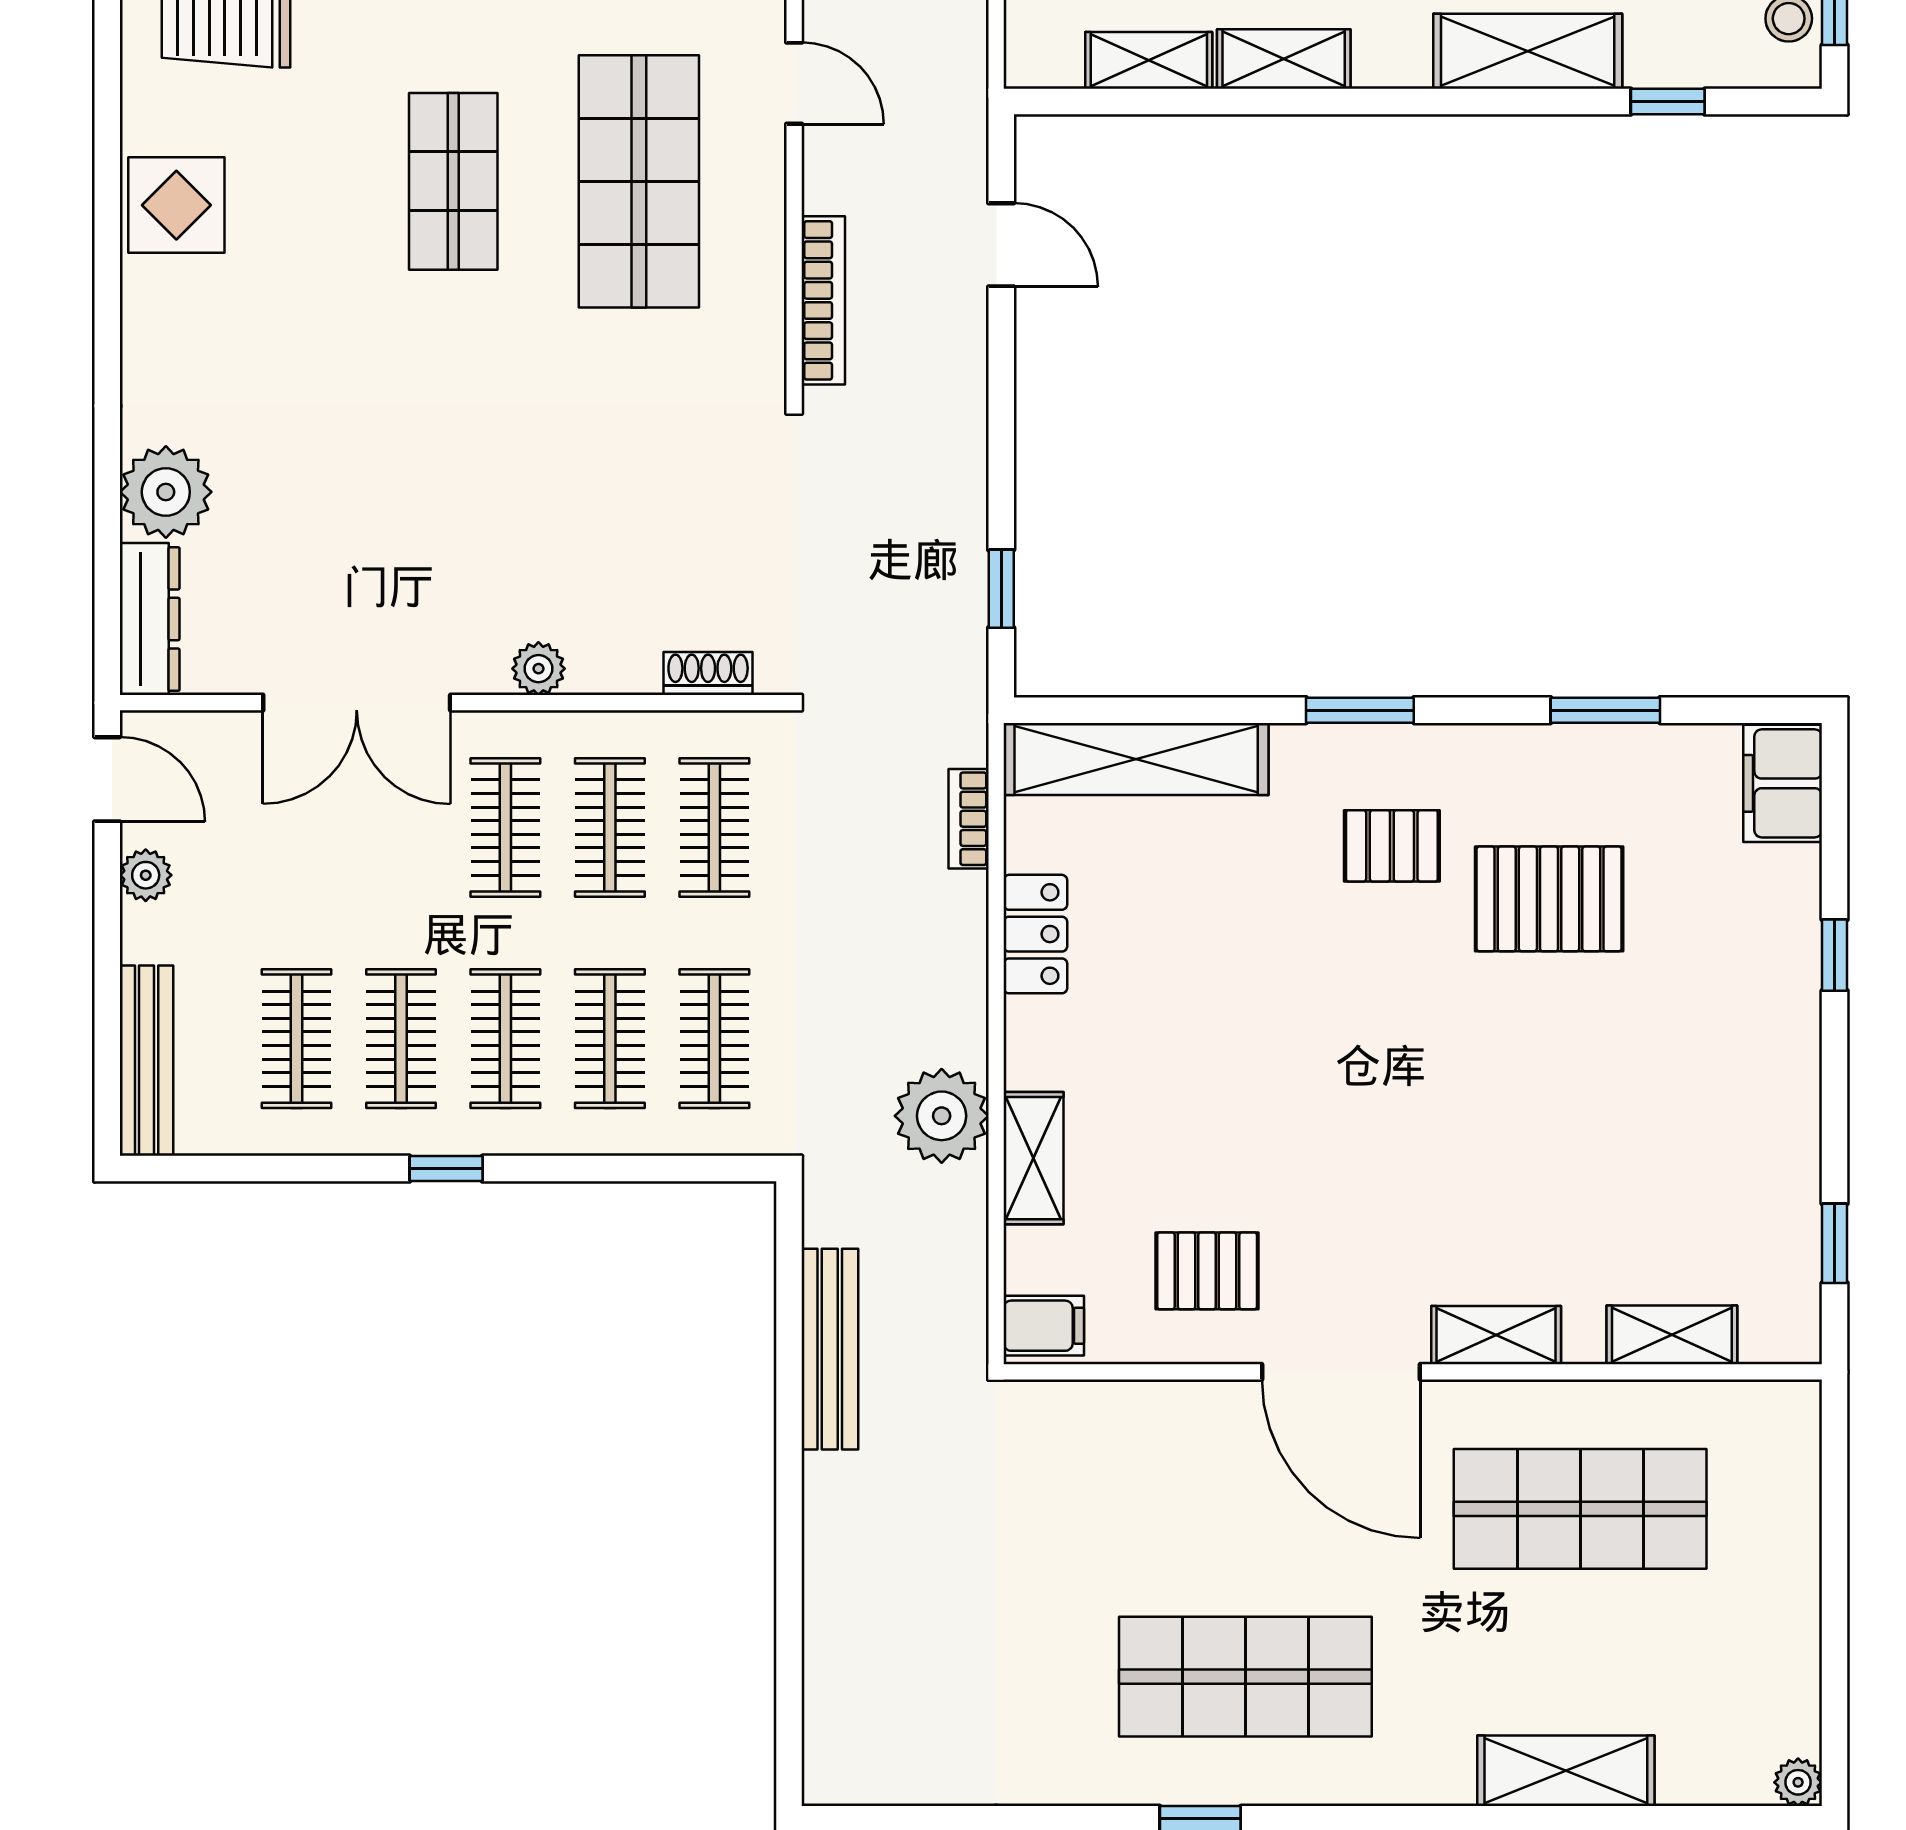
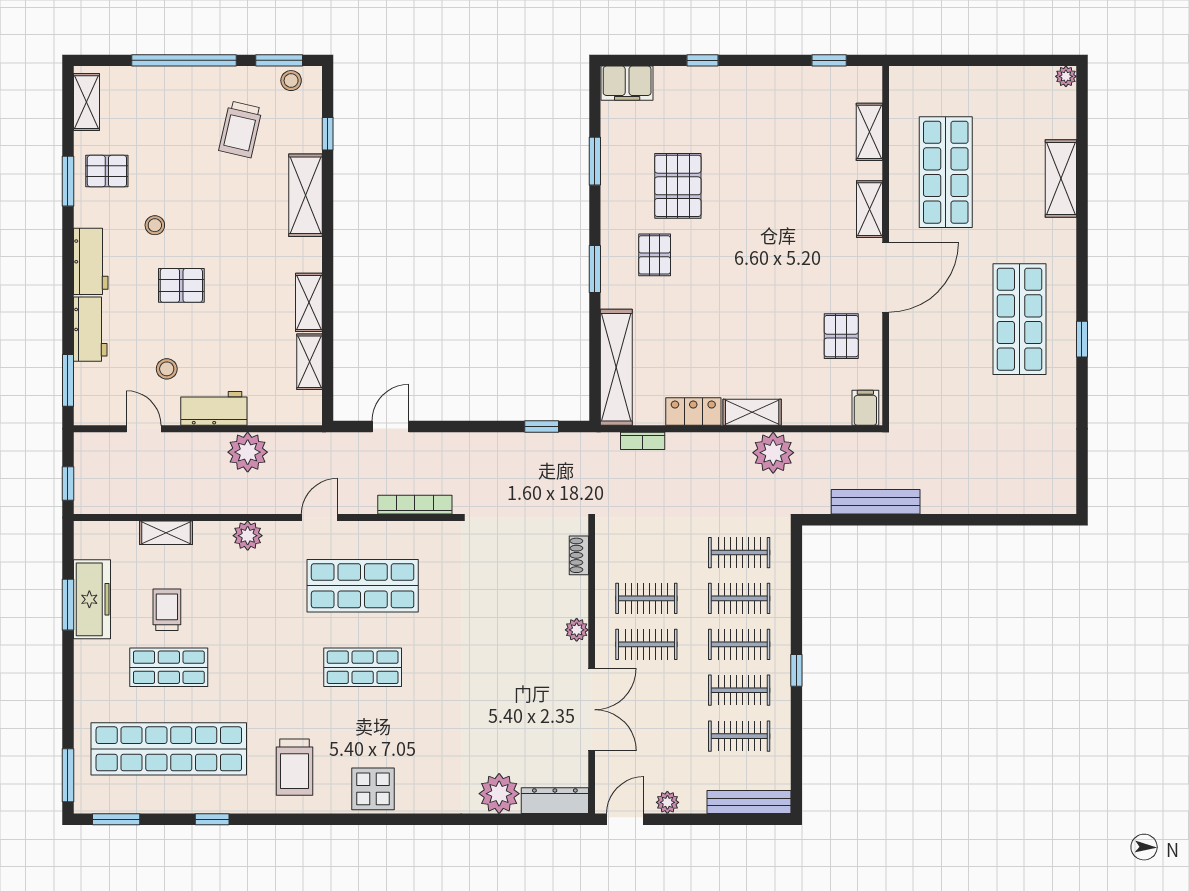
clothes rail: (714, 827) -> (646, 553), removed
shelving: (1034, 1158) -> (752, 412), moved

